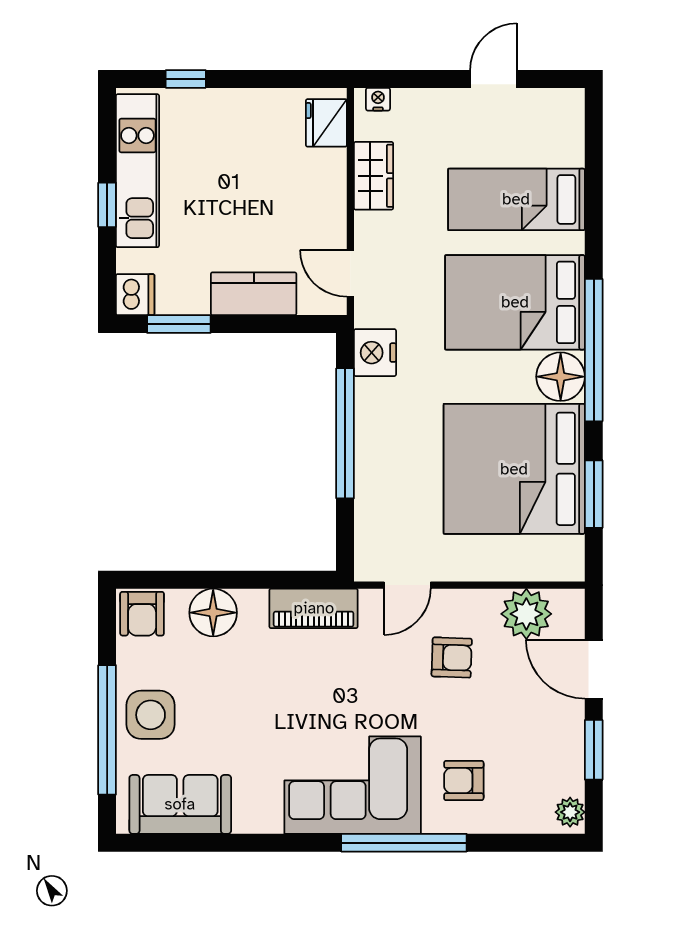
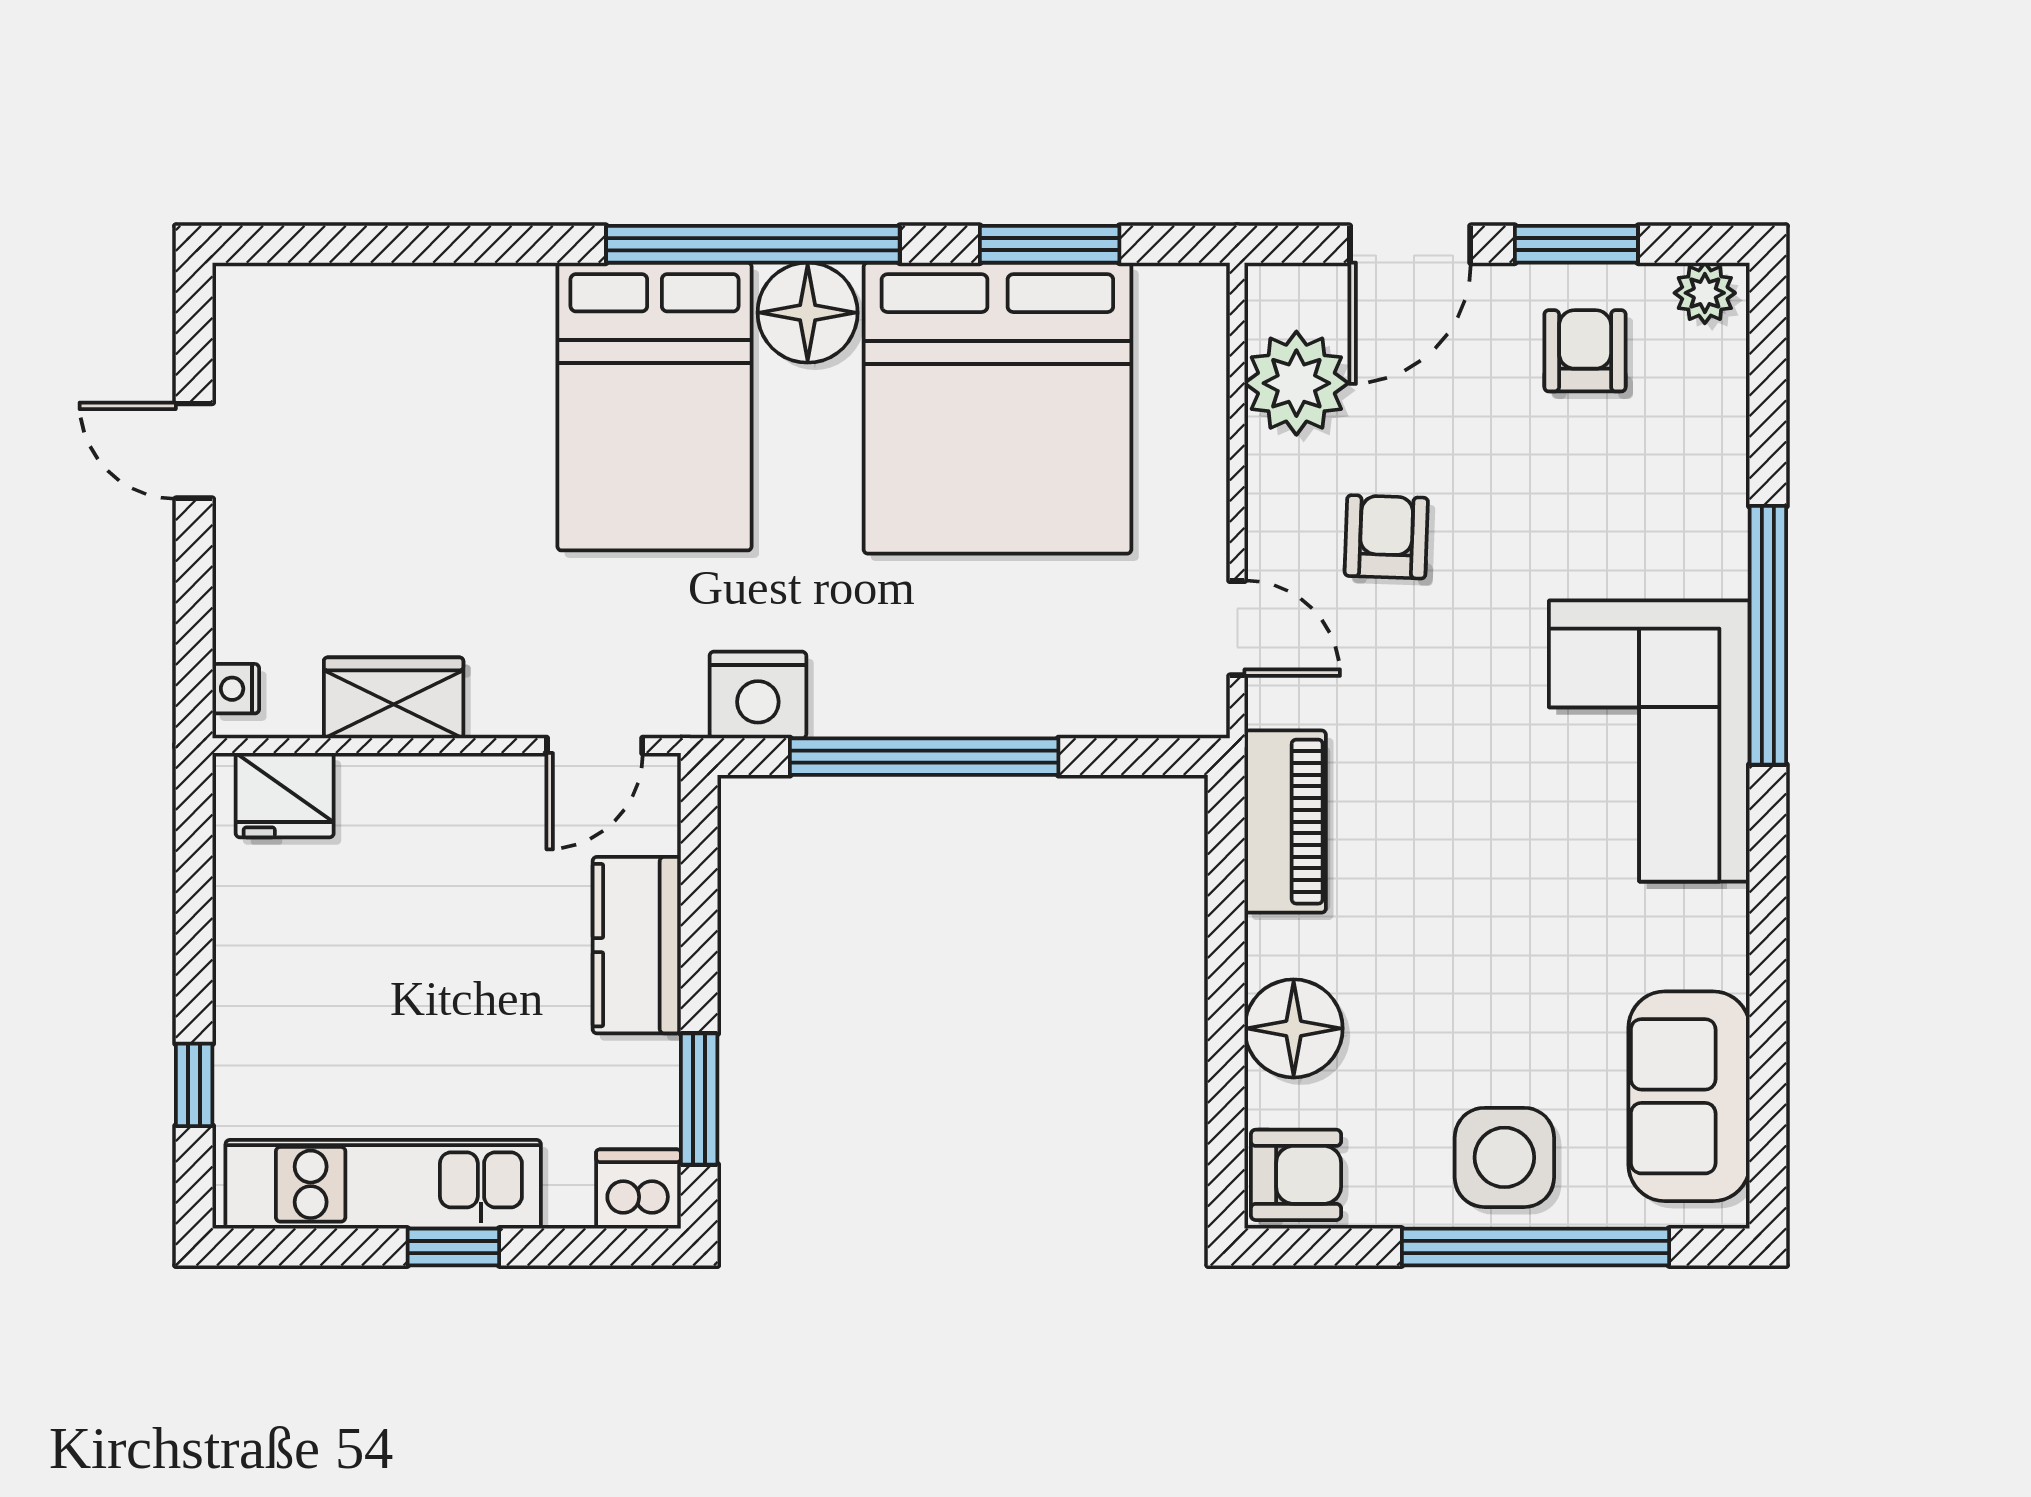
bed: (516, 199) -> (442, 403), removed
armchair: (464, 781) -> (1585, 351), moved, turned 180

